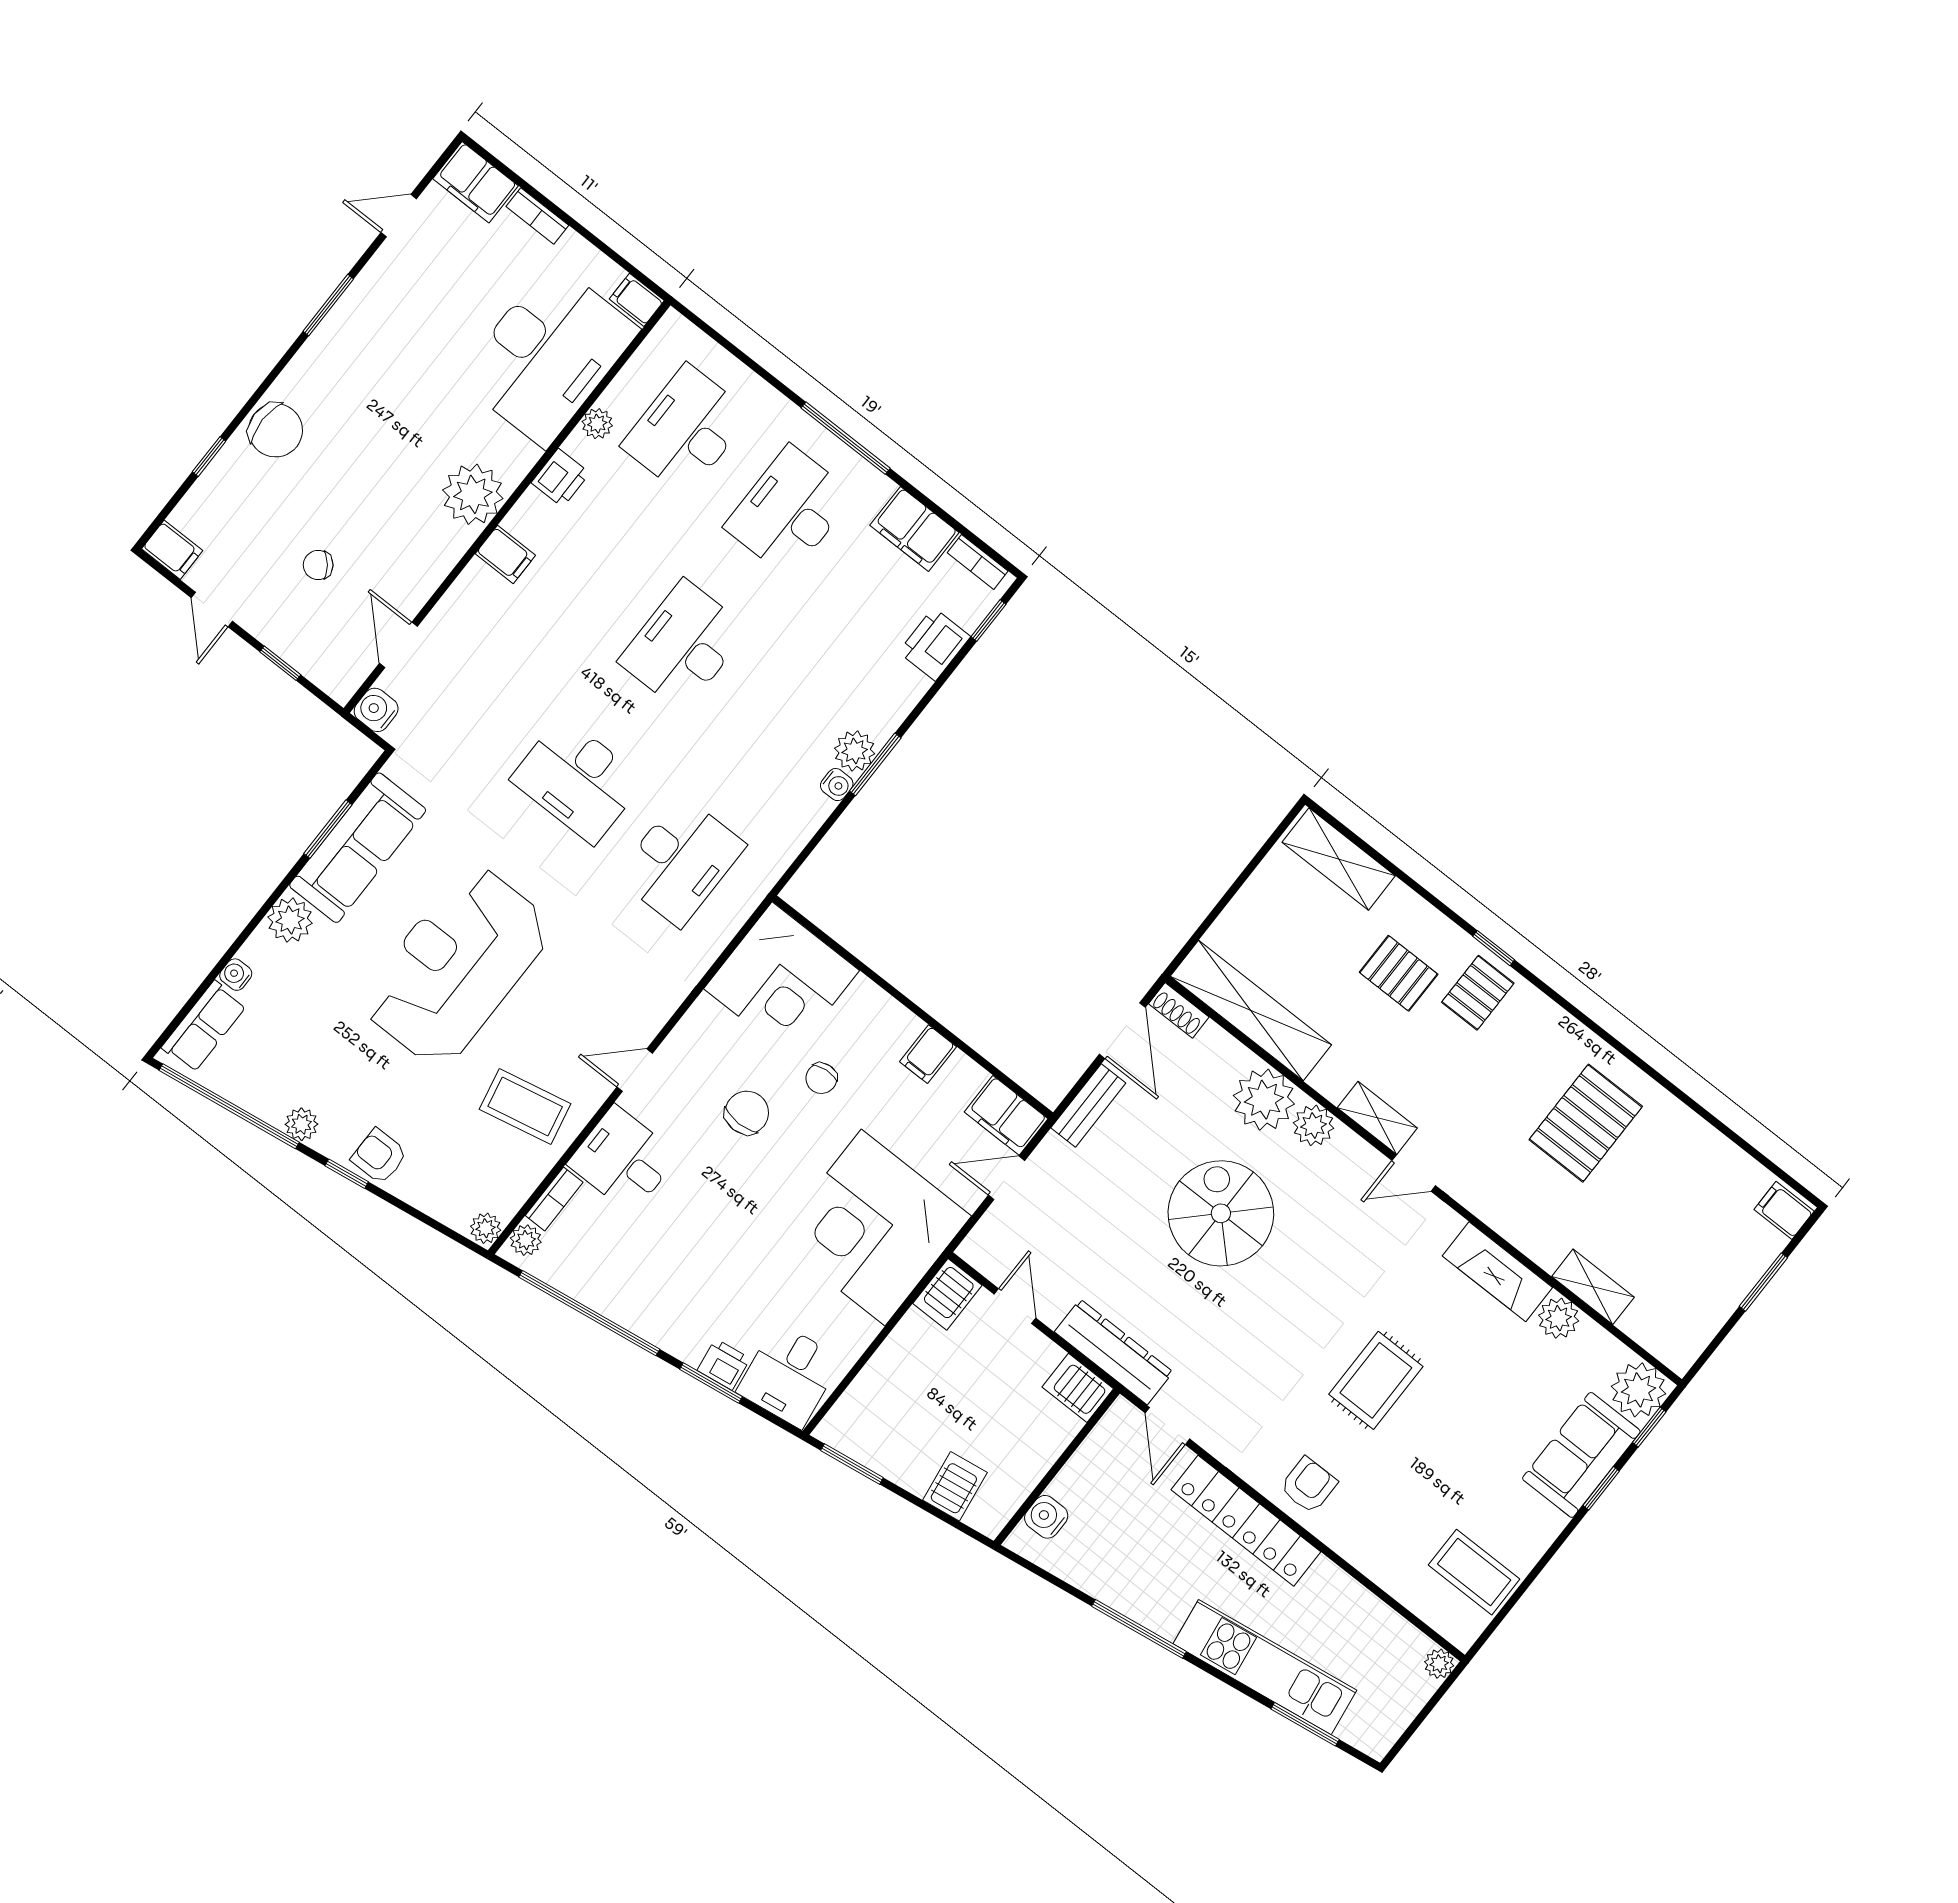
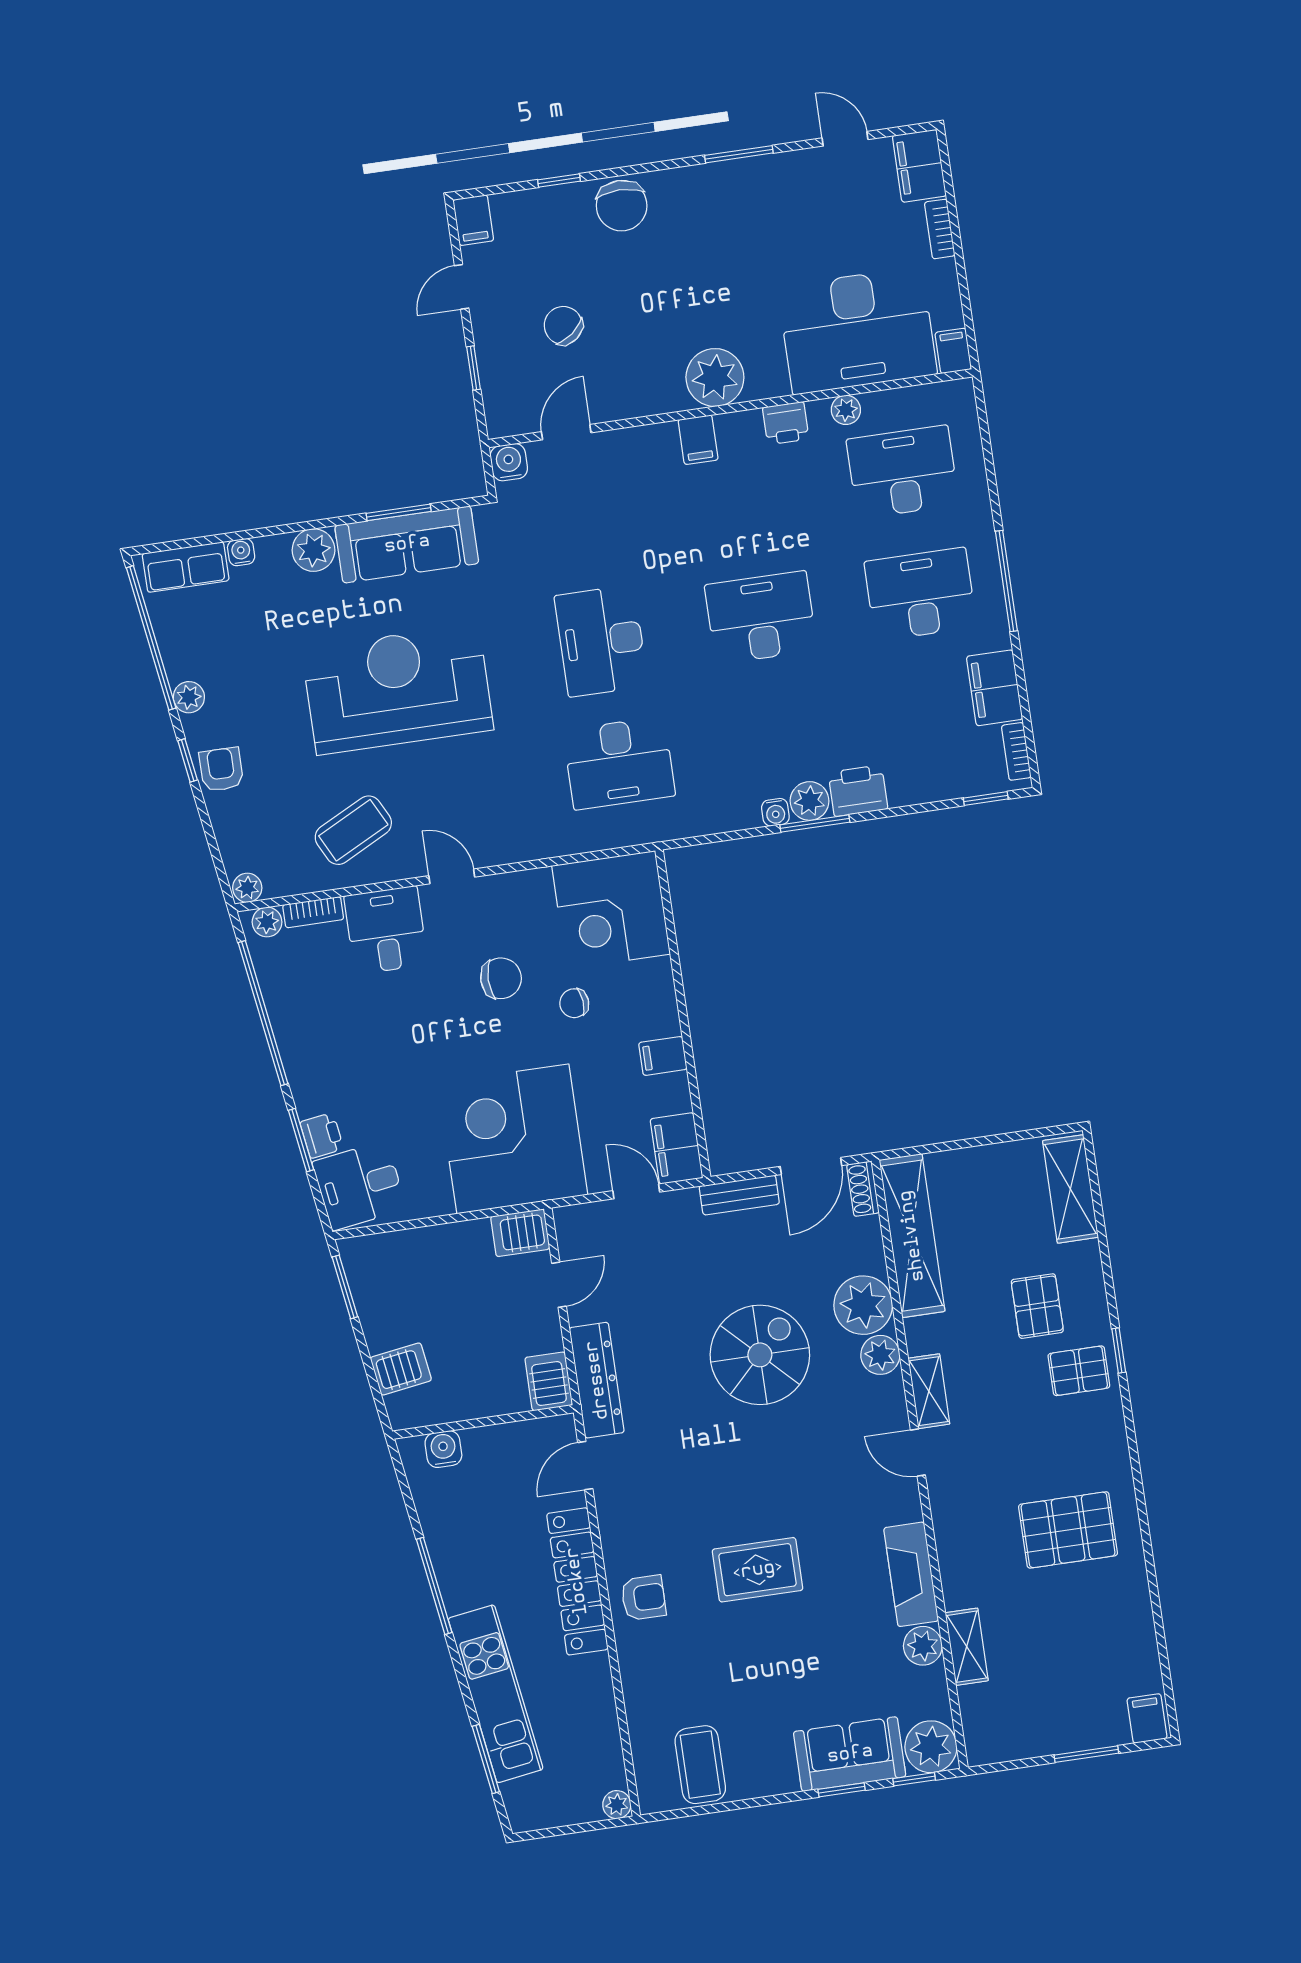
chair: (318, 565) -> (563, 325), width x1.37, depth x1.37
printer: (934, 644) -> (858, 791), moved
coffee table: (525, 1106) -> (353, 830), turned 75

